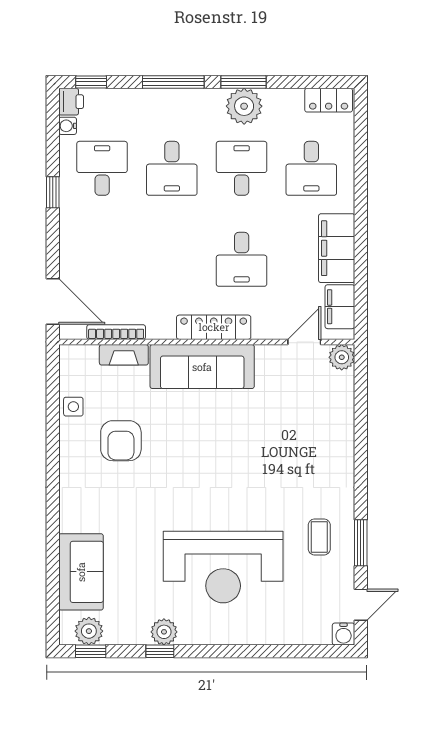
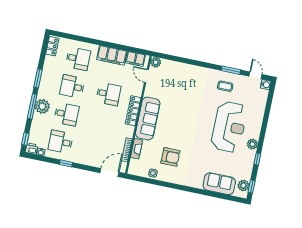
plant: (244, 106) -> (42, 106), moved
plant: (164, 632) -> (252, 144), moved

